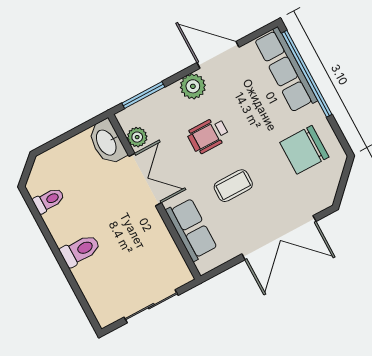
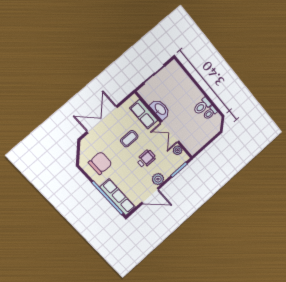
washbasin: (107, 142) -> (160, 109), moved
toilet: (80, 250) -> (202, 106), moved

